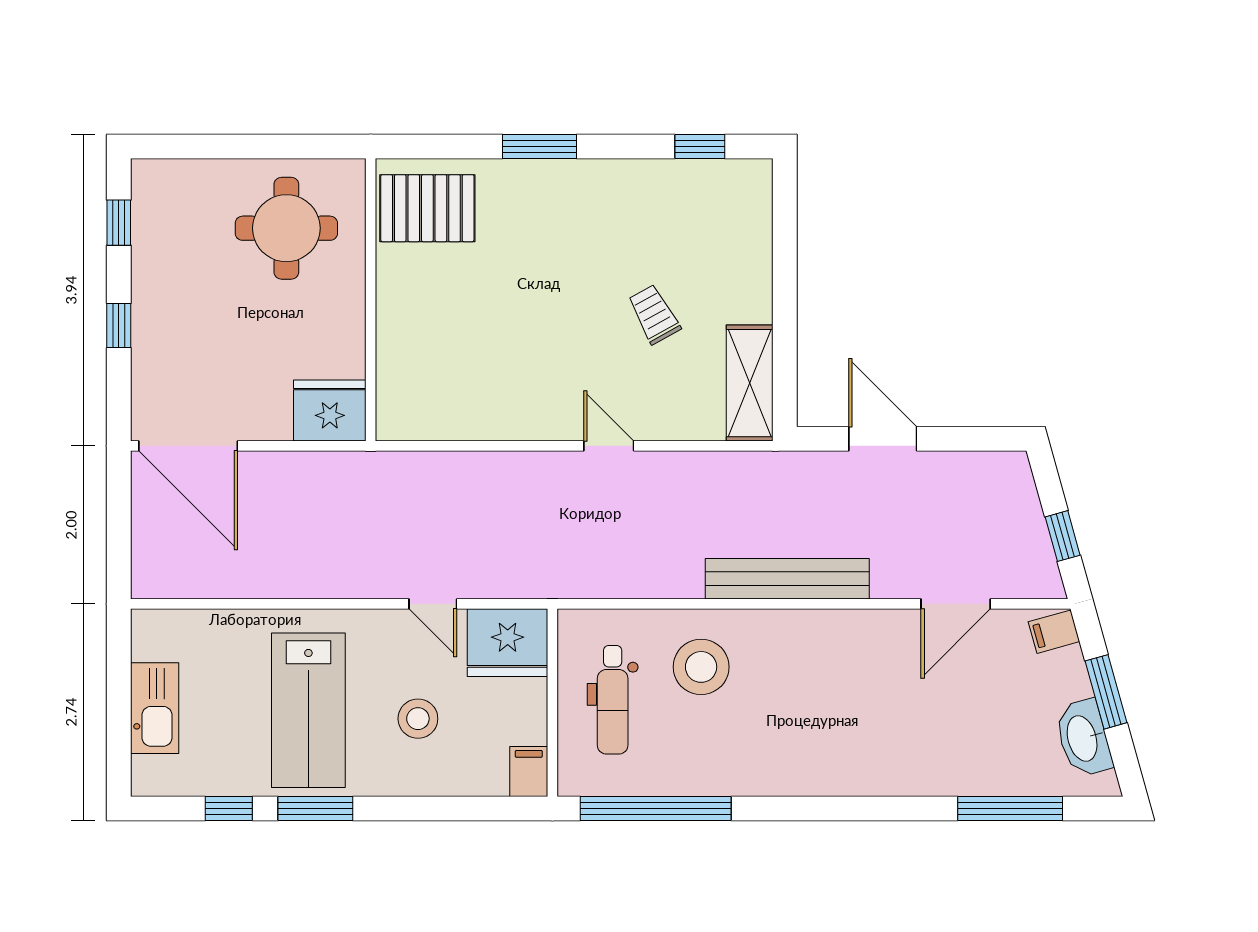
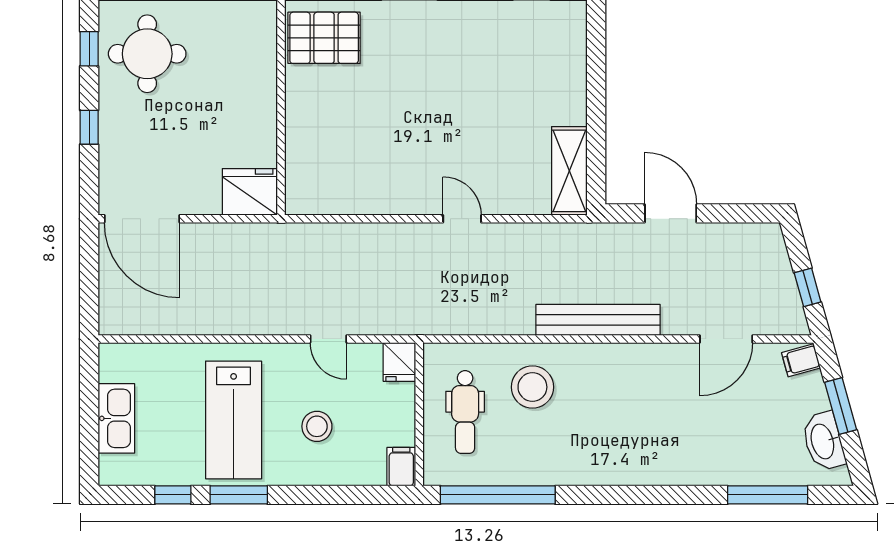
round table: (286, 228) -> (147, 54), moved
trolley: (654, 314) -> (497, 119), removed
fridge: (508, 643) -> (399, 362), width x0.53, depth x0.75

